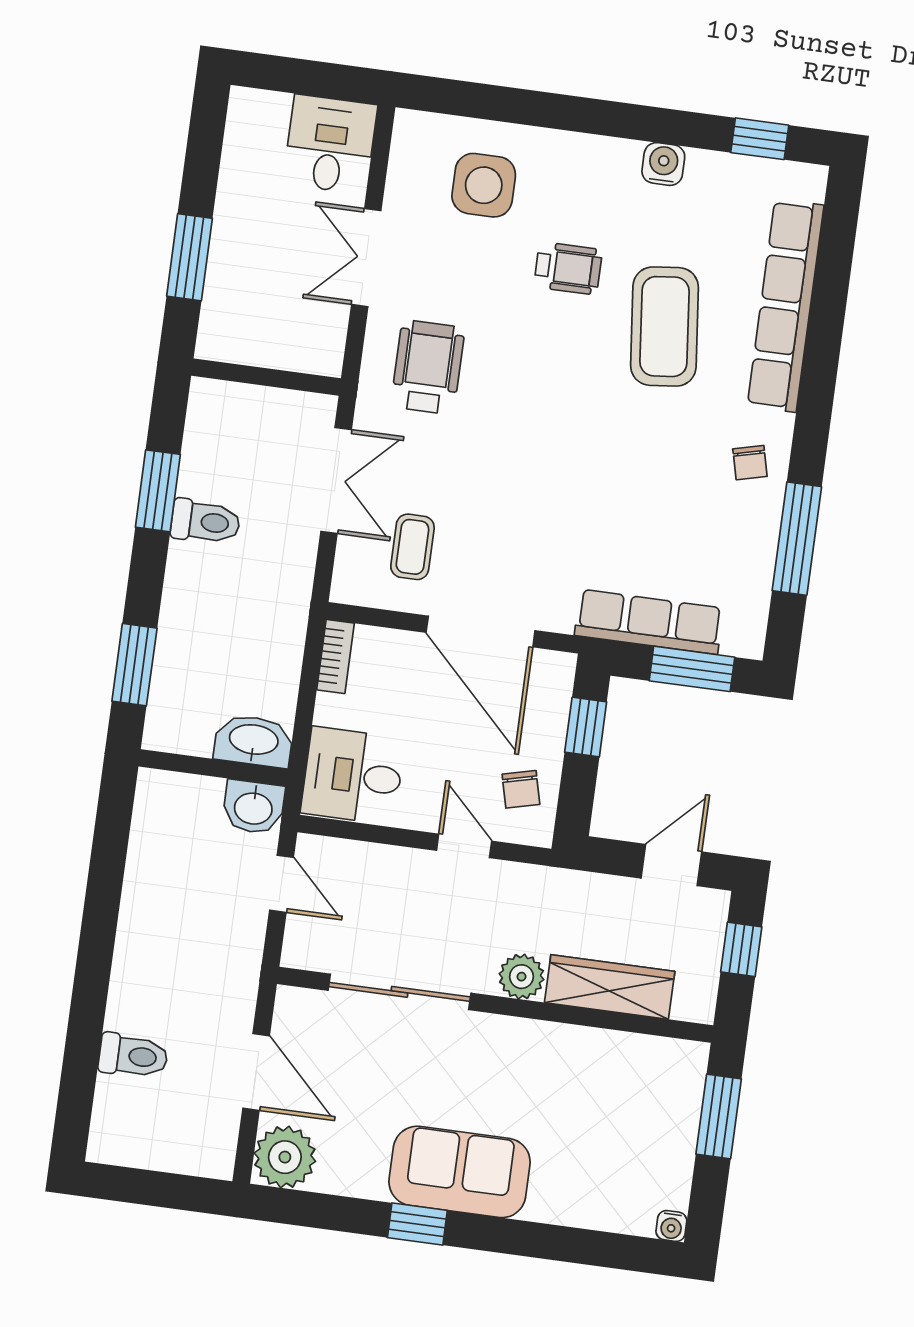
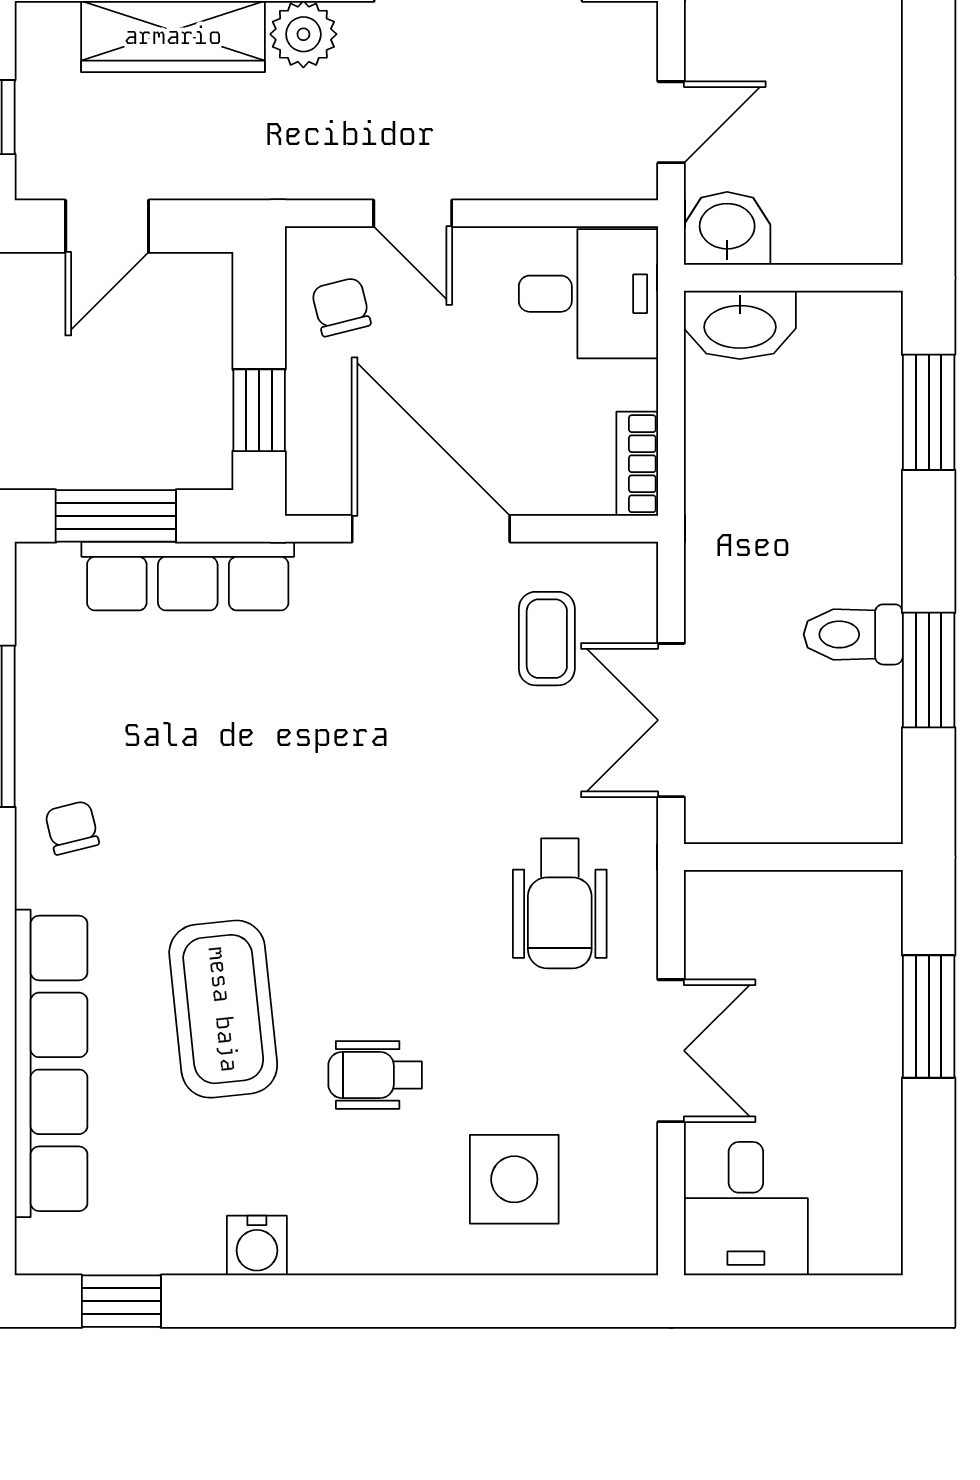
door: (282, 884) -> (671, 122), swing flipped

